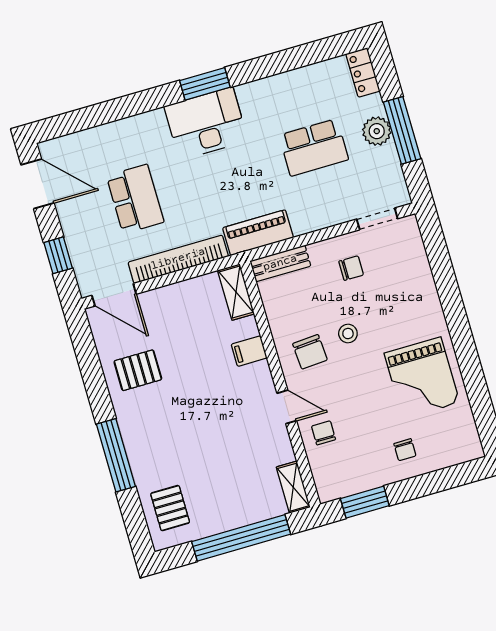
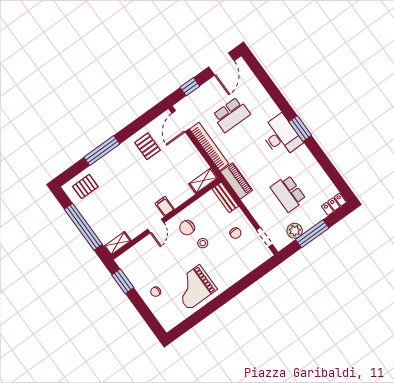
plant: (377, 131) -> (295, 231), moved
filing cabinet: (249, 351) -> (165, 206), moved
chair: (324, 433) -> (150, 249), removed

